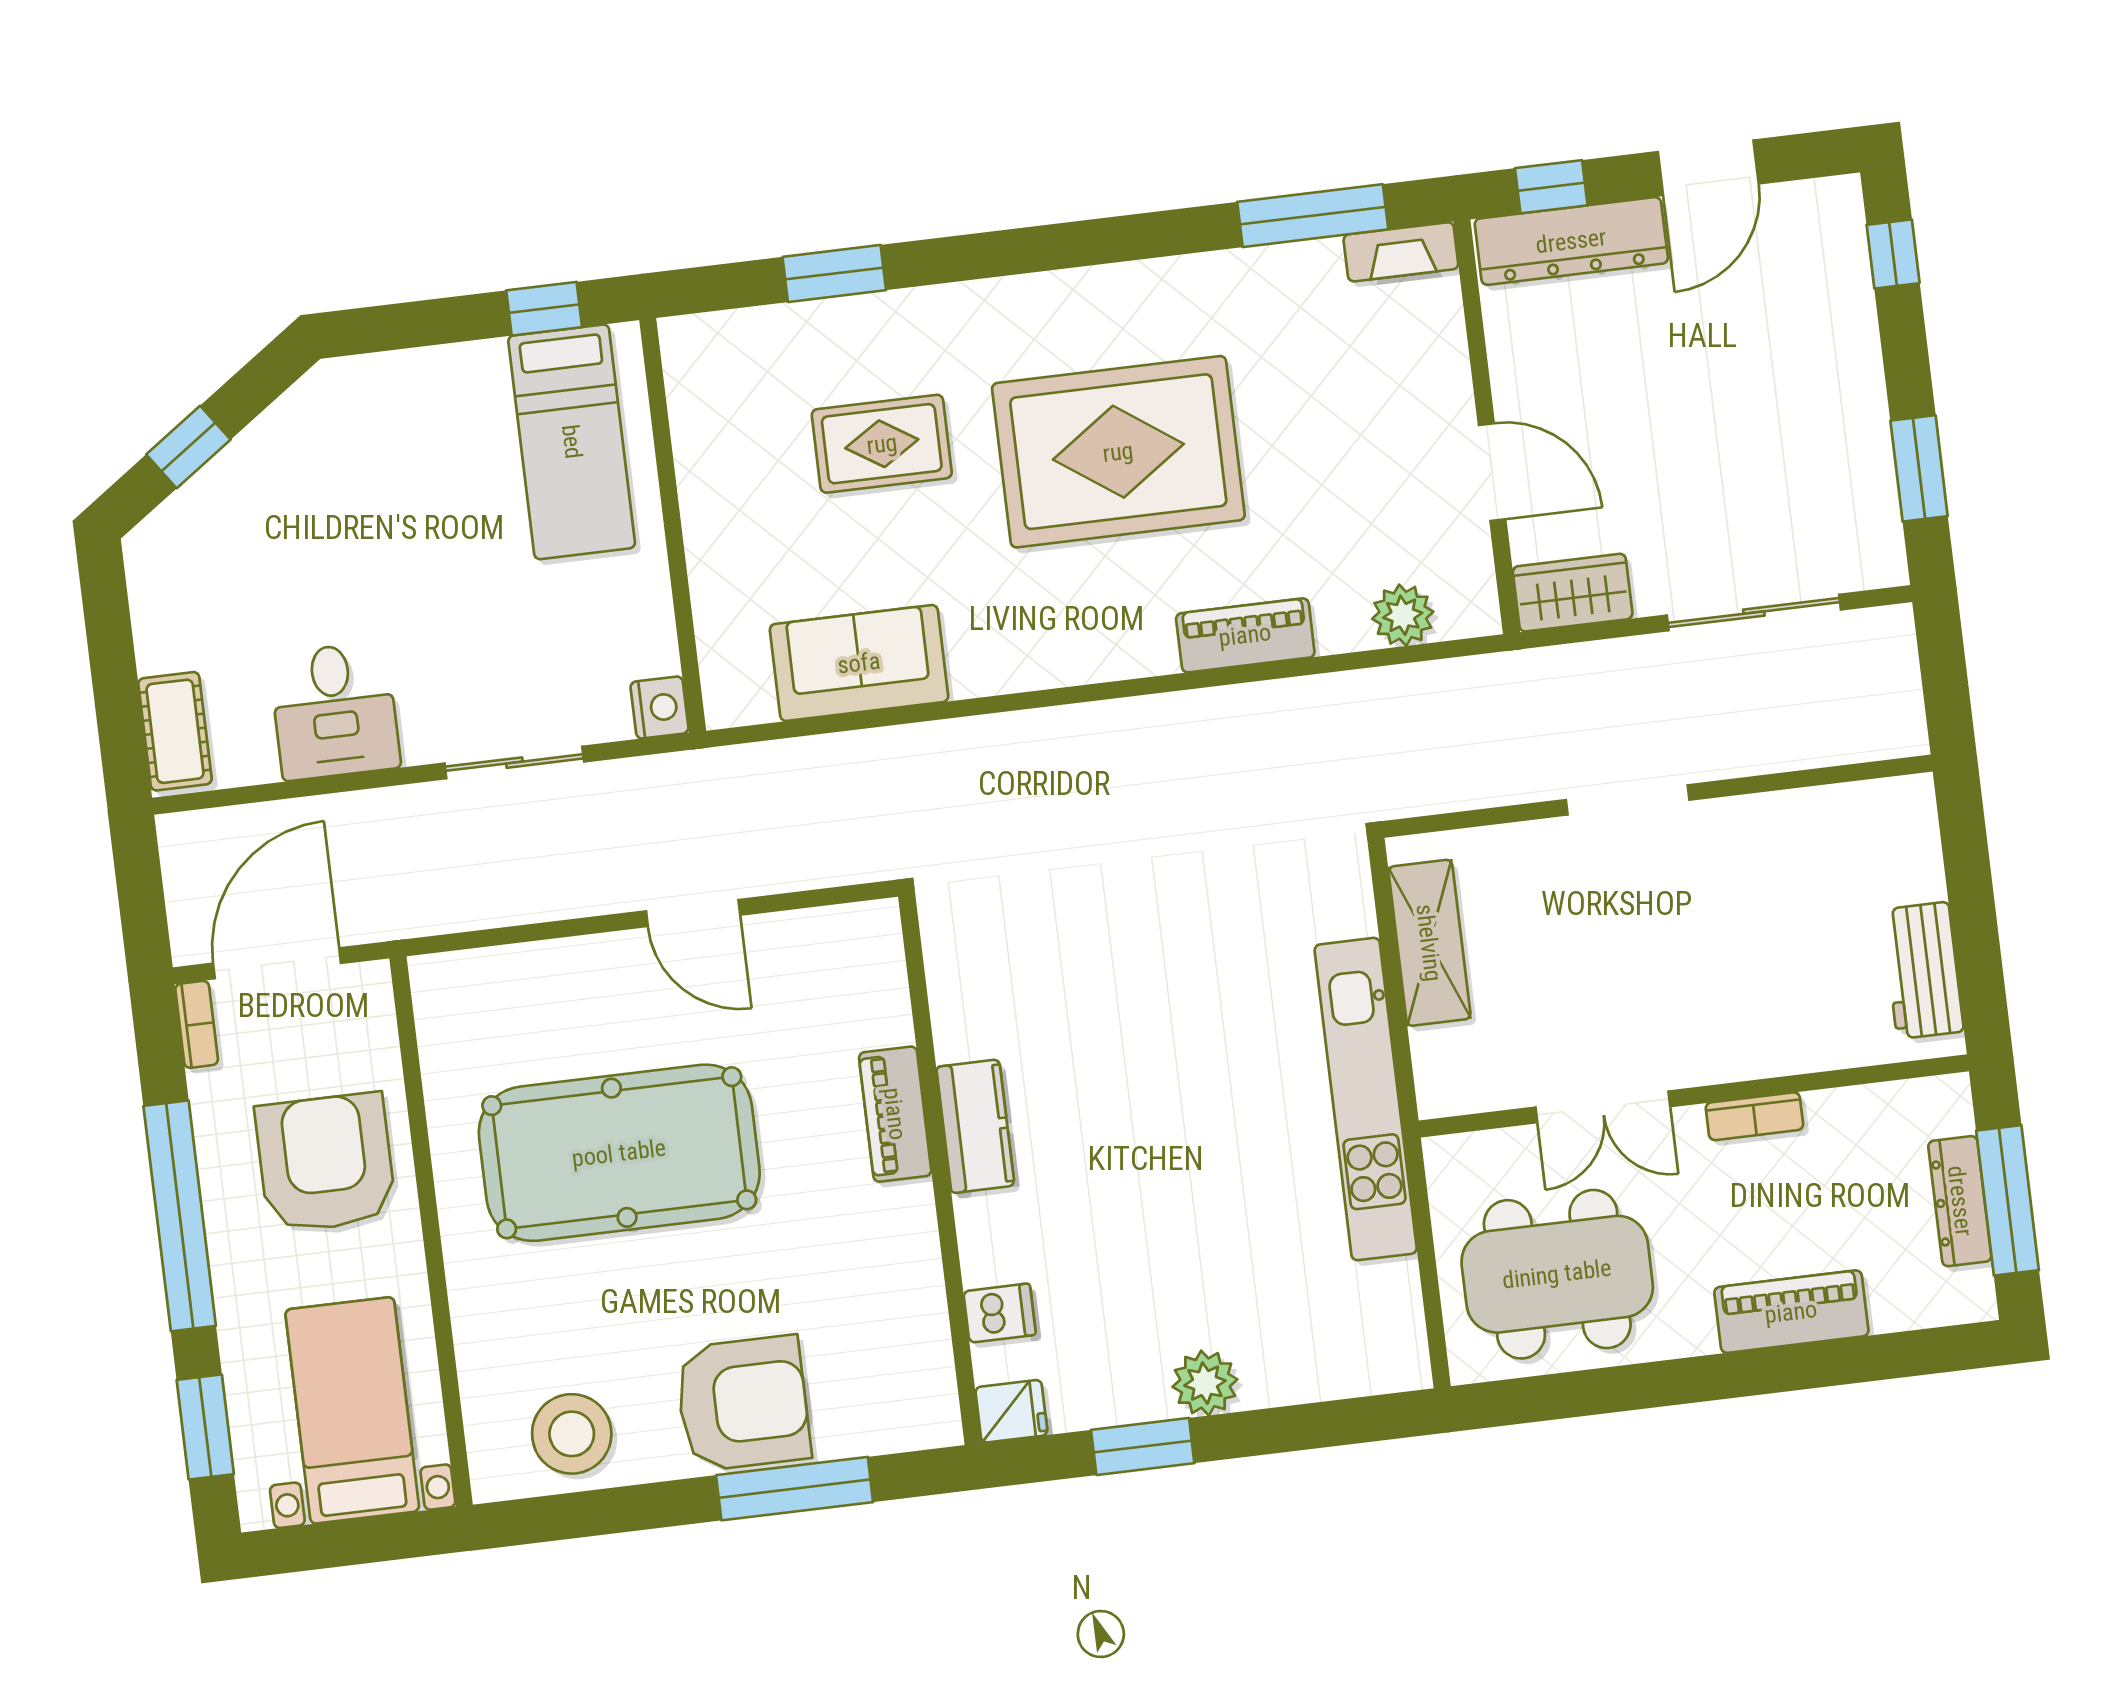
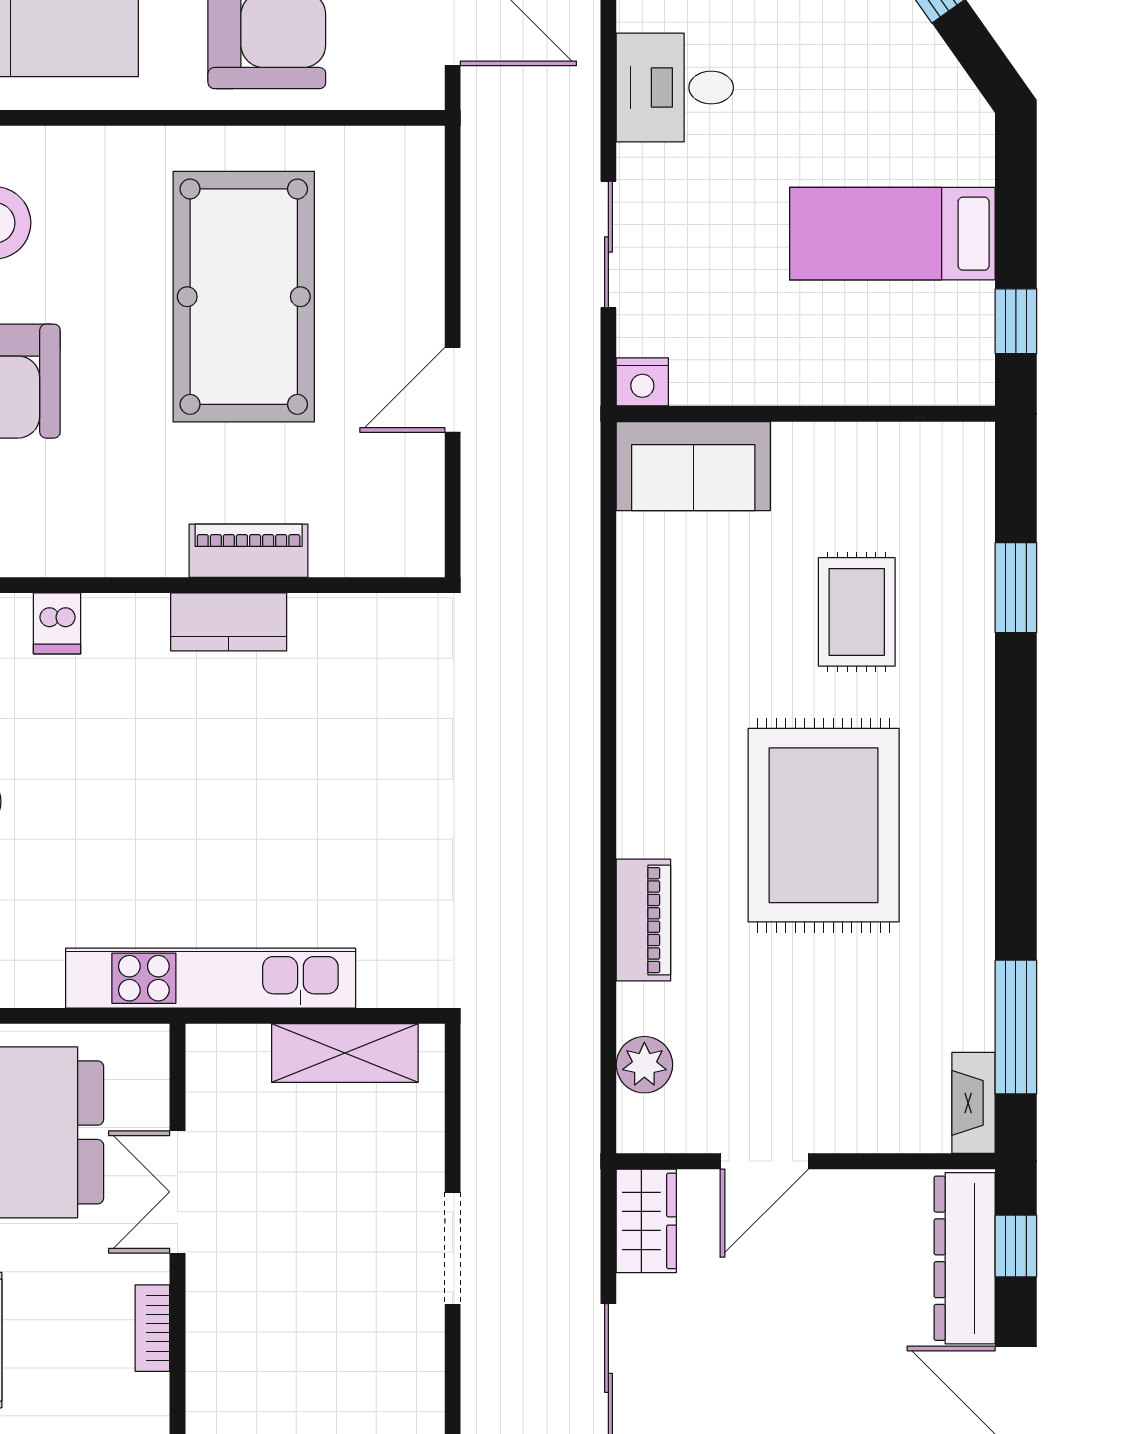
bed: (572, 442) -> (892, 234), moved
sofa: (859, 663) -> (693, 466), moved, turned 90

